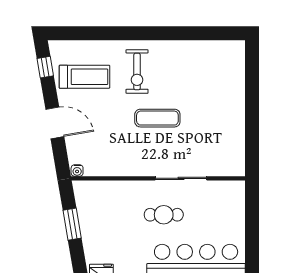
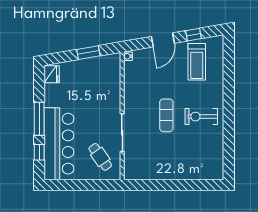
window: (45, 67) -> (193, 35), moved
exercise bike: (137, 72) -> (201, 117), moved
cafe table: (164, 215) -> (100, 157), moved, turned -35

